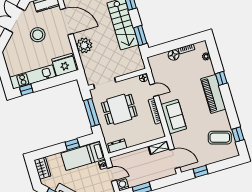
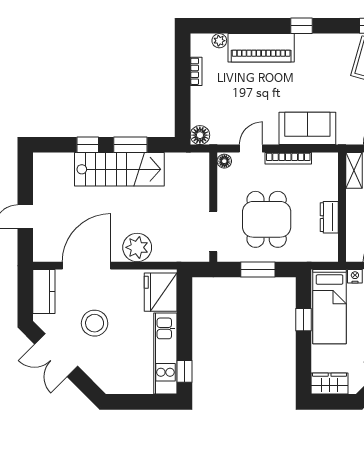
window: (140, 36) -> (130, 145), moved
floor lamp: (174, 55) -> (200, 135), moved
window: (221, 78) -> (302, 26), moved
piano: (213, 94) -> (261, 48), moved
window: (91, 113) -> (258, 269), width x0.69
dresser: (117, 146) -> (329, 217), moved

